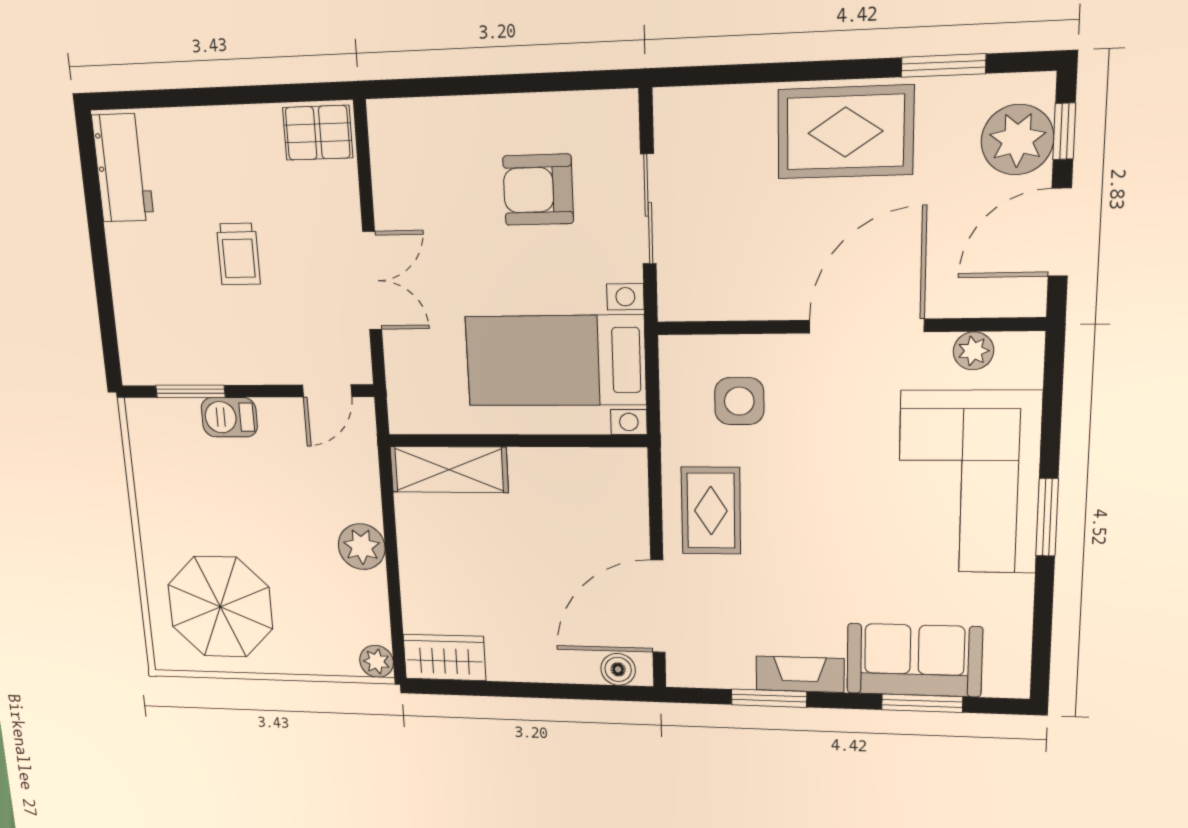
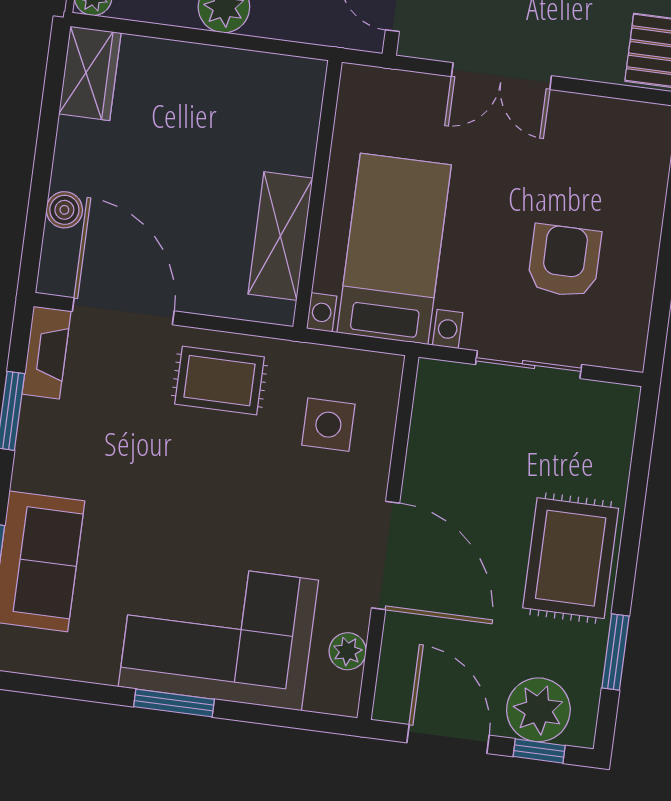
shelving: (449, 470) -> (280, 236), moved
boiler: (618, 669) -> (64, 210), moved
fireplace: (800, 674) -> (46, 353), moved

